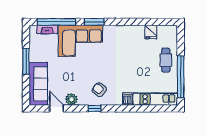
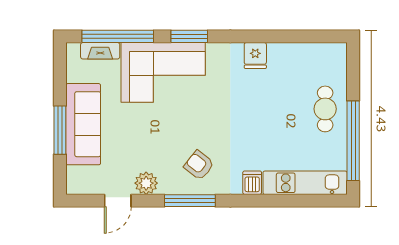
fridge: (151, 32) -> (255, 55), moved
window: (26, 61) -> (60, 130), moved
sofa: (38, 84) -> (83, 124), moved
door: (56, 108) -> (118, 201), swing flipped
window: (95, 108) -> (190, 201), width x2.17

